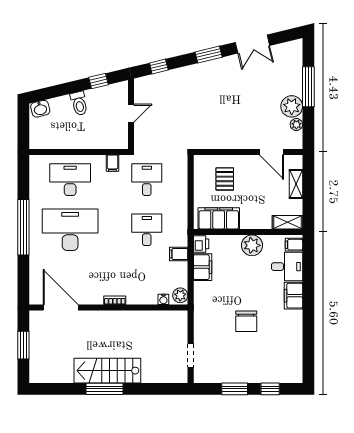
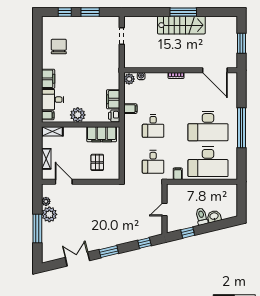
washbasin: (40, 109) -> (214, 216), moved
desk: (70, 180) -> (208, 162), width x1.36, depth x1.30
chair: (246, 321) -> (59, 47), moved

